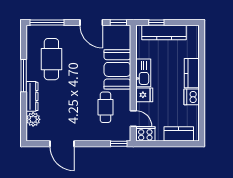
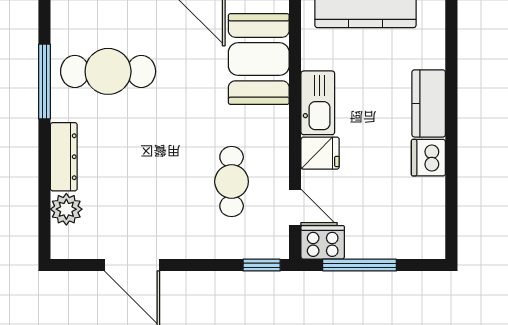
cafe table: (51, 59) -> (108, 71), turned 90
booth: (117, 69) -> (259, 59), moved
window: (24, 76) -> (44, 82), moved
kitchen counter: (179, 134) -> (399, 243), removed
window: (162, 144) -> (360, 265), added

